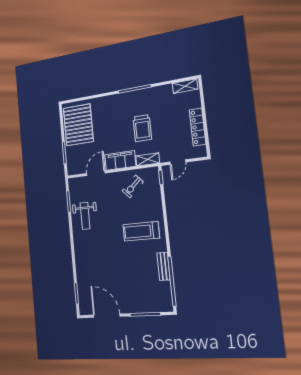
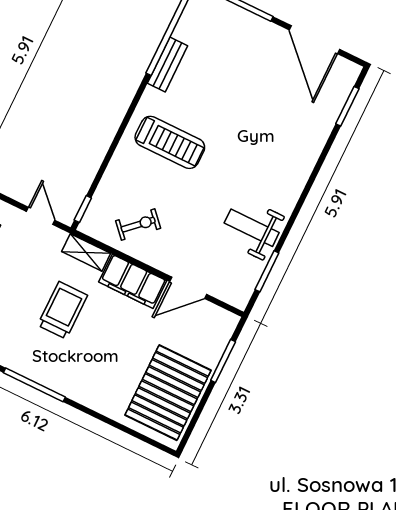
door: (178, 162) -> (41, 216), hinge flipped
weight bench: (85, 216) -> (252, 228), turned -90

